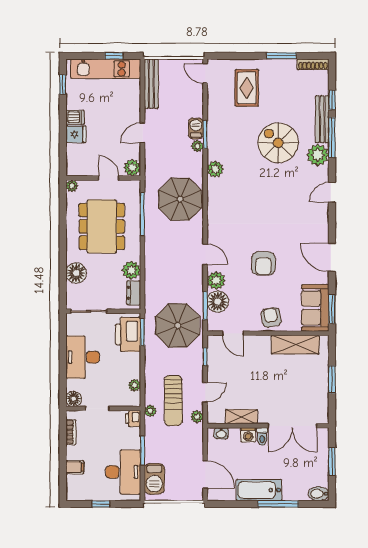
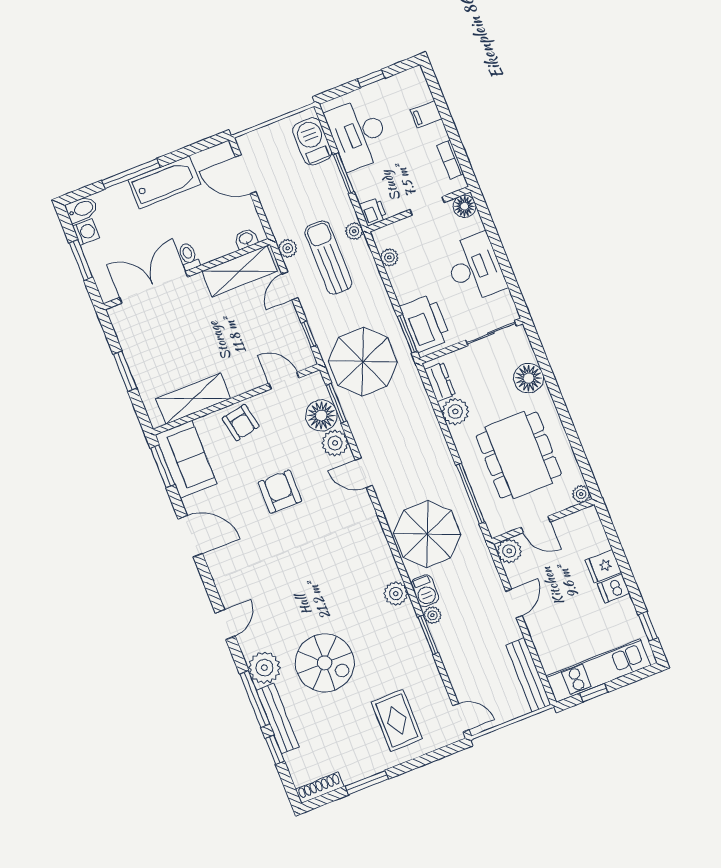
barbecue: (196, 128) -> (425, 591), moved
shelving: (241, 417) -> (240, 271), width x1.50, depth x1.33
washing machine: (248, 435) -> (86, 232), moved, turned 90

